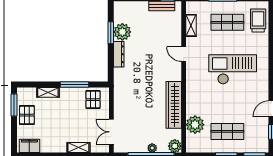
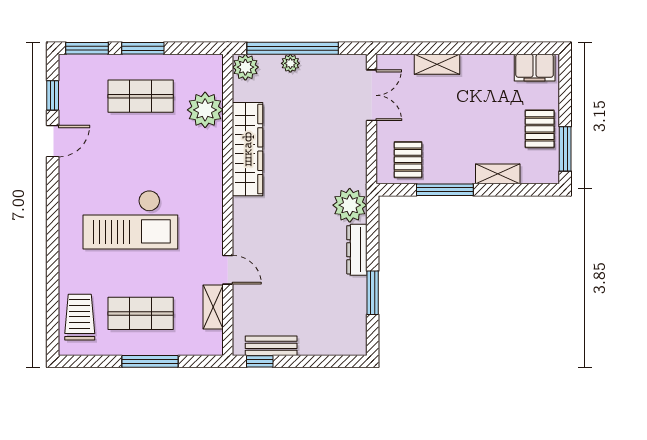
trolley: (258, 20) -> (80, 317), turned 180
plant: (122, 32) -> (350, 205), moved
door: (184, 54) -> (228, 270), moved

